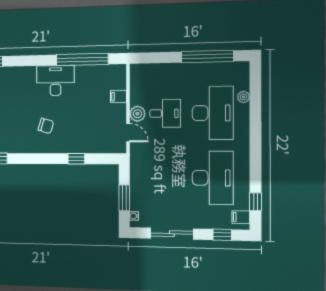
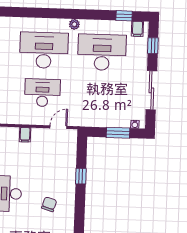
plant: (244, 97) -> (74, 24), moved
desk: (165, 113) -> (42, 93), width x1.37
plant: (137, 114) -> (42, 118), removed

